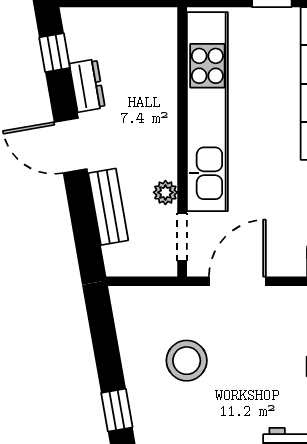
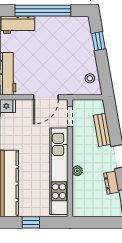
plant: (165, 192) -> (77, 171), moved
stool: (187, 361) -> (90, 78), moved, width x0.53, depth x0.53

